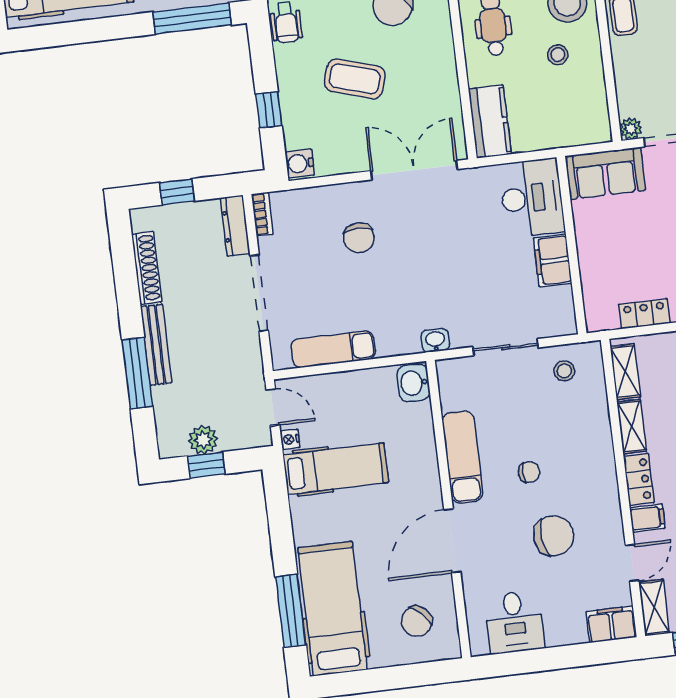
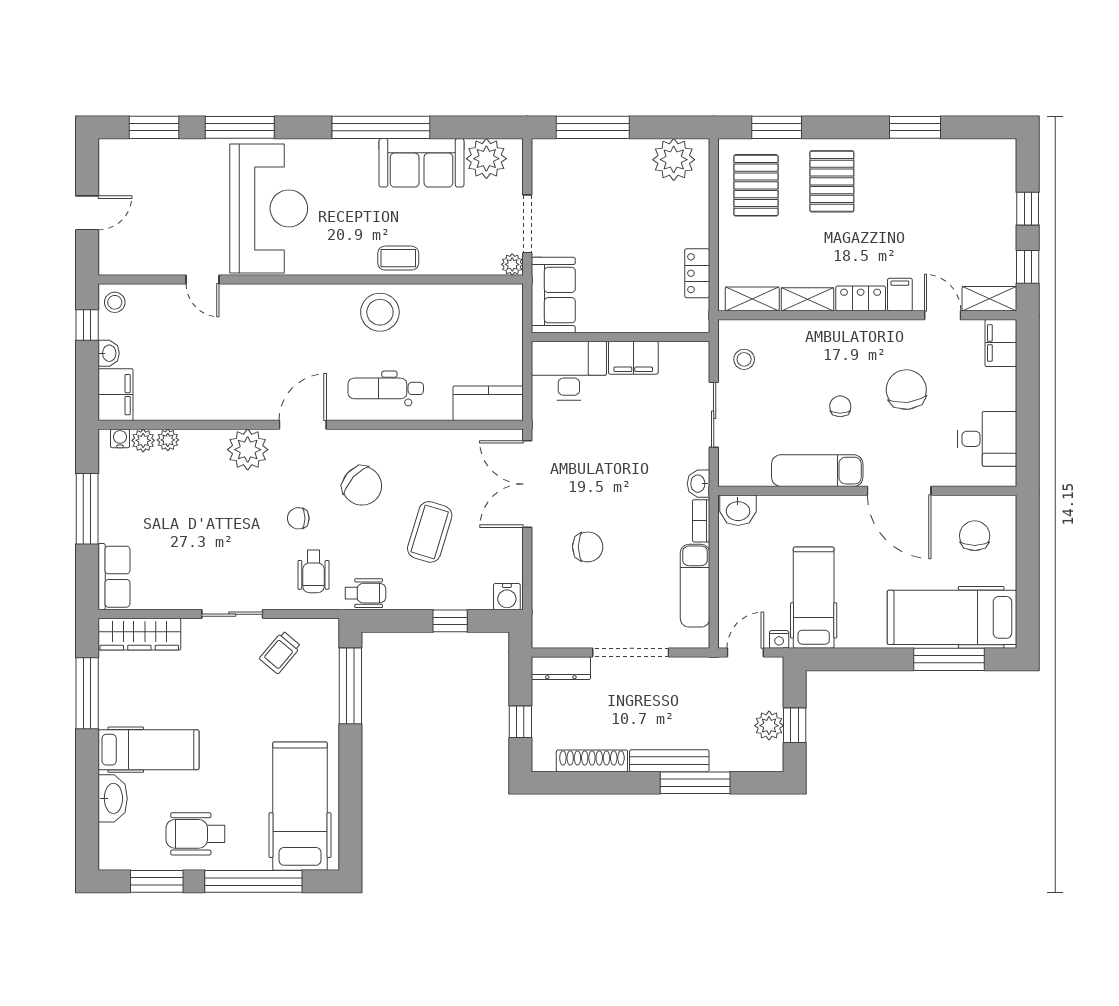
stool: (558, 55) -> (430, 328), removed
bookcase: (262, 214) -> (701, 521), moved, turned -90
chair: (417, 621) -> (975, 536), turned -134

